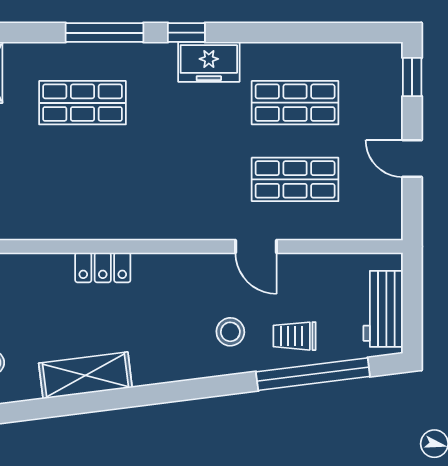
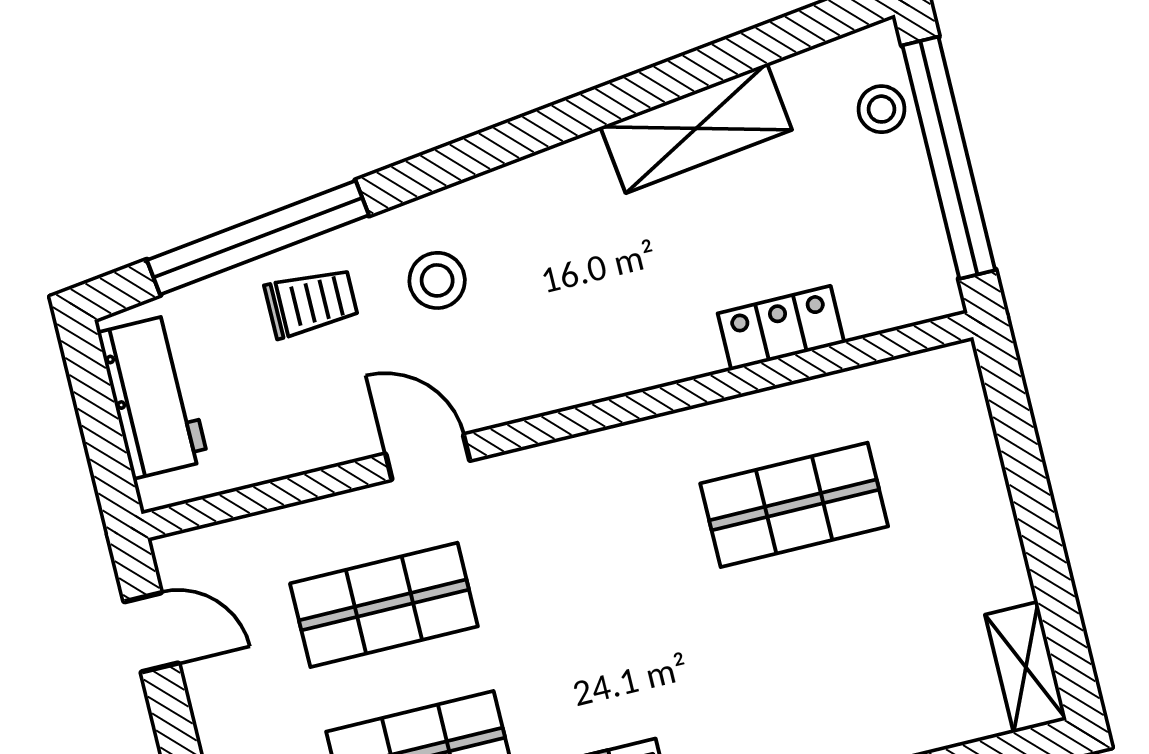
shop shelf: (82, 103) -> (794, 505), moved
door: (412, 158) -> (151, 632), moved
locker: (103, 268) -> (781, 328), moved

